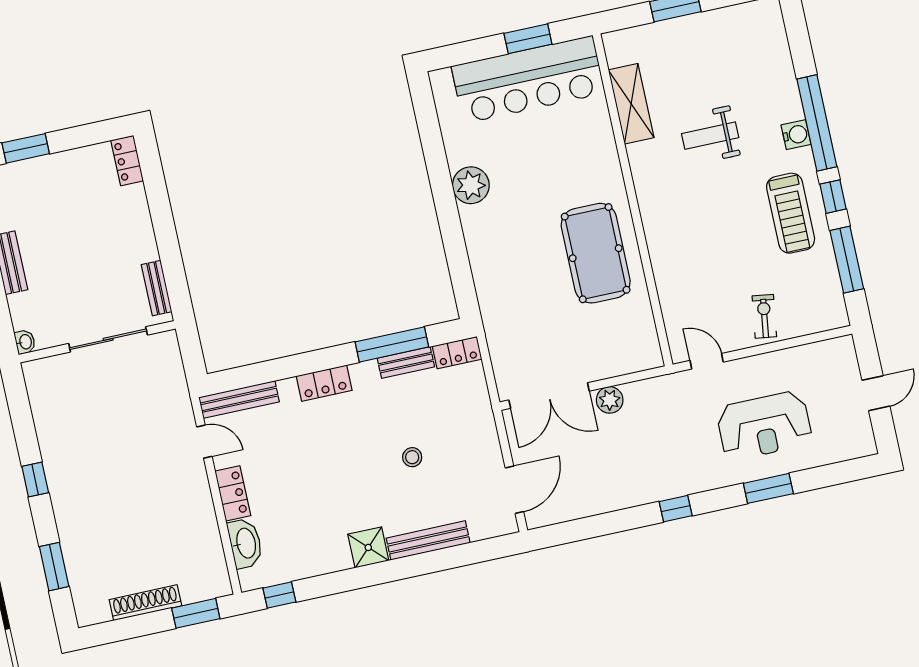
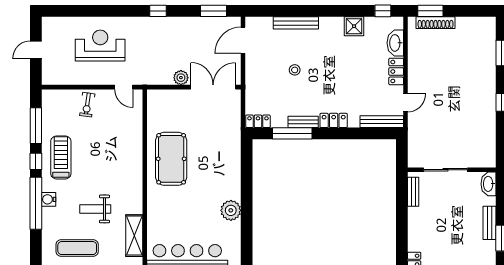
exercise mat: (727, 60) -> (77, 248), added
weight bench: (710, 136) -> (95, 209), turned 180
washbasin: (25, 342) -> (489, 184), width x1.91, depth x1.45
bench: (406, 363) -> (303, 122), moved
door: (204, 442) -> (405, 103), swing flipped
window: (768, 488) -> (213, 11), moved
shower: (368, 547) -> (354, 26), moved
shoe rack: (145, 603) -> (436, 23), moved

